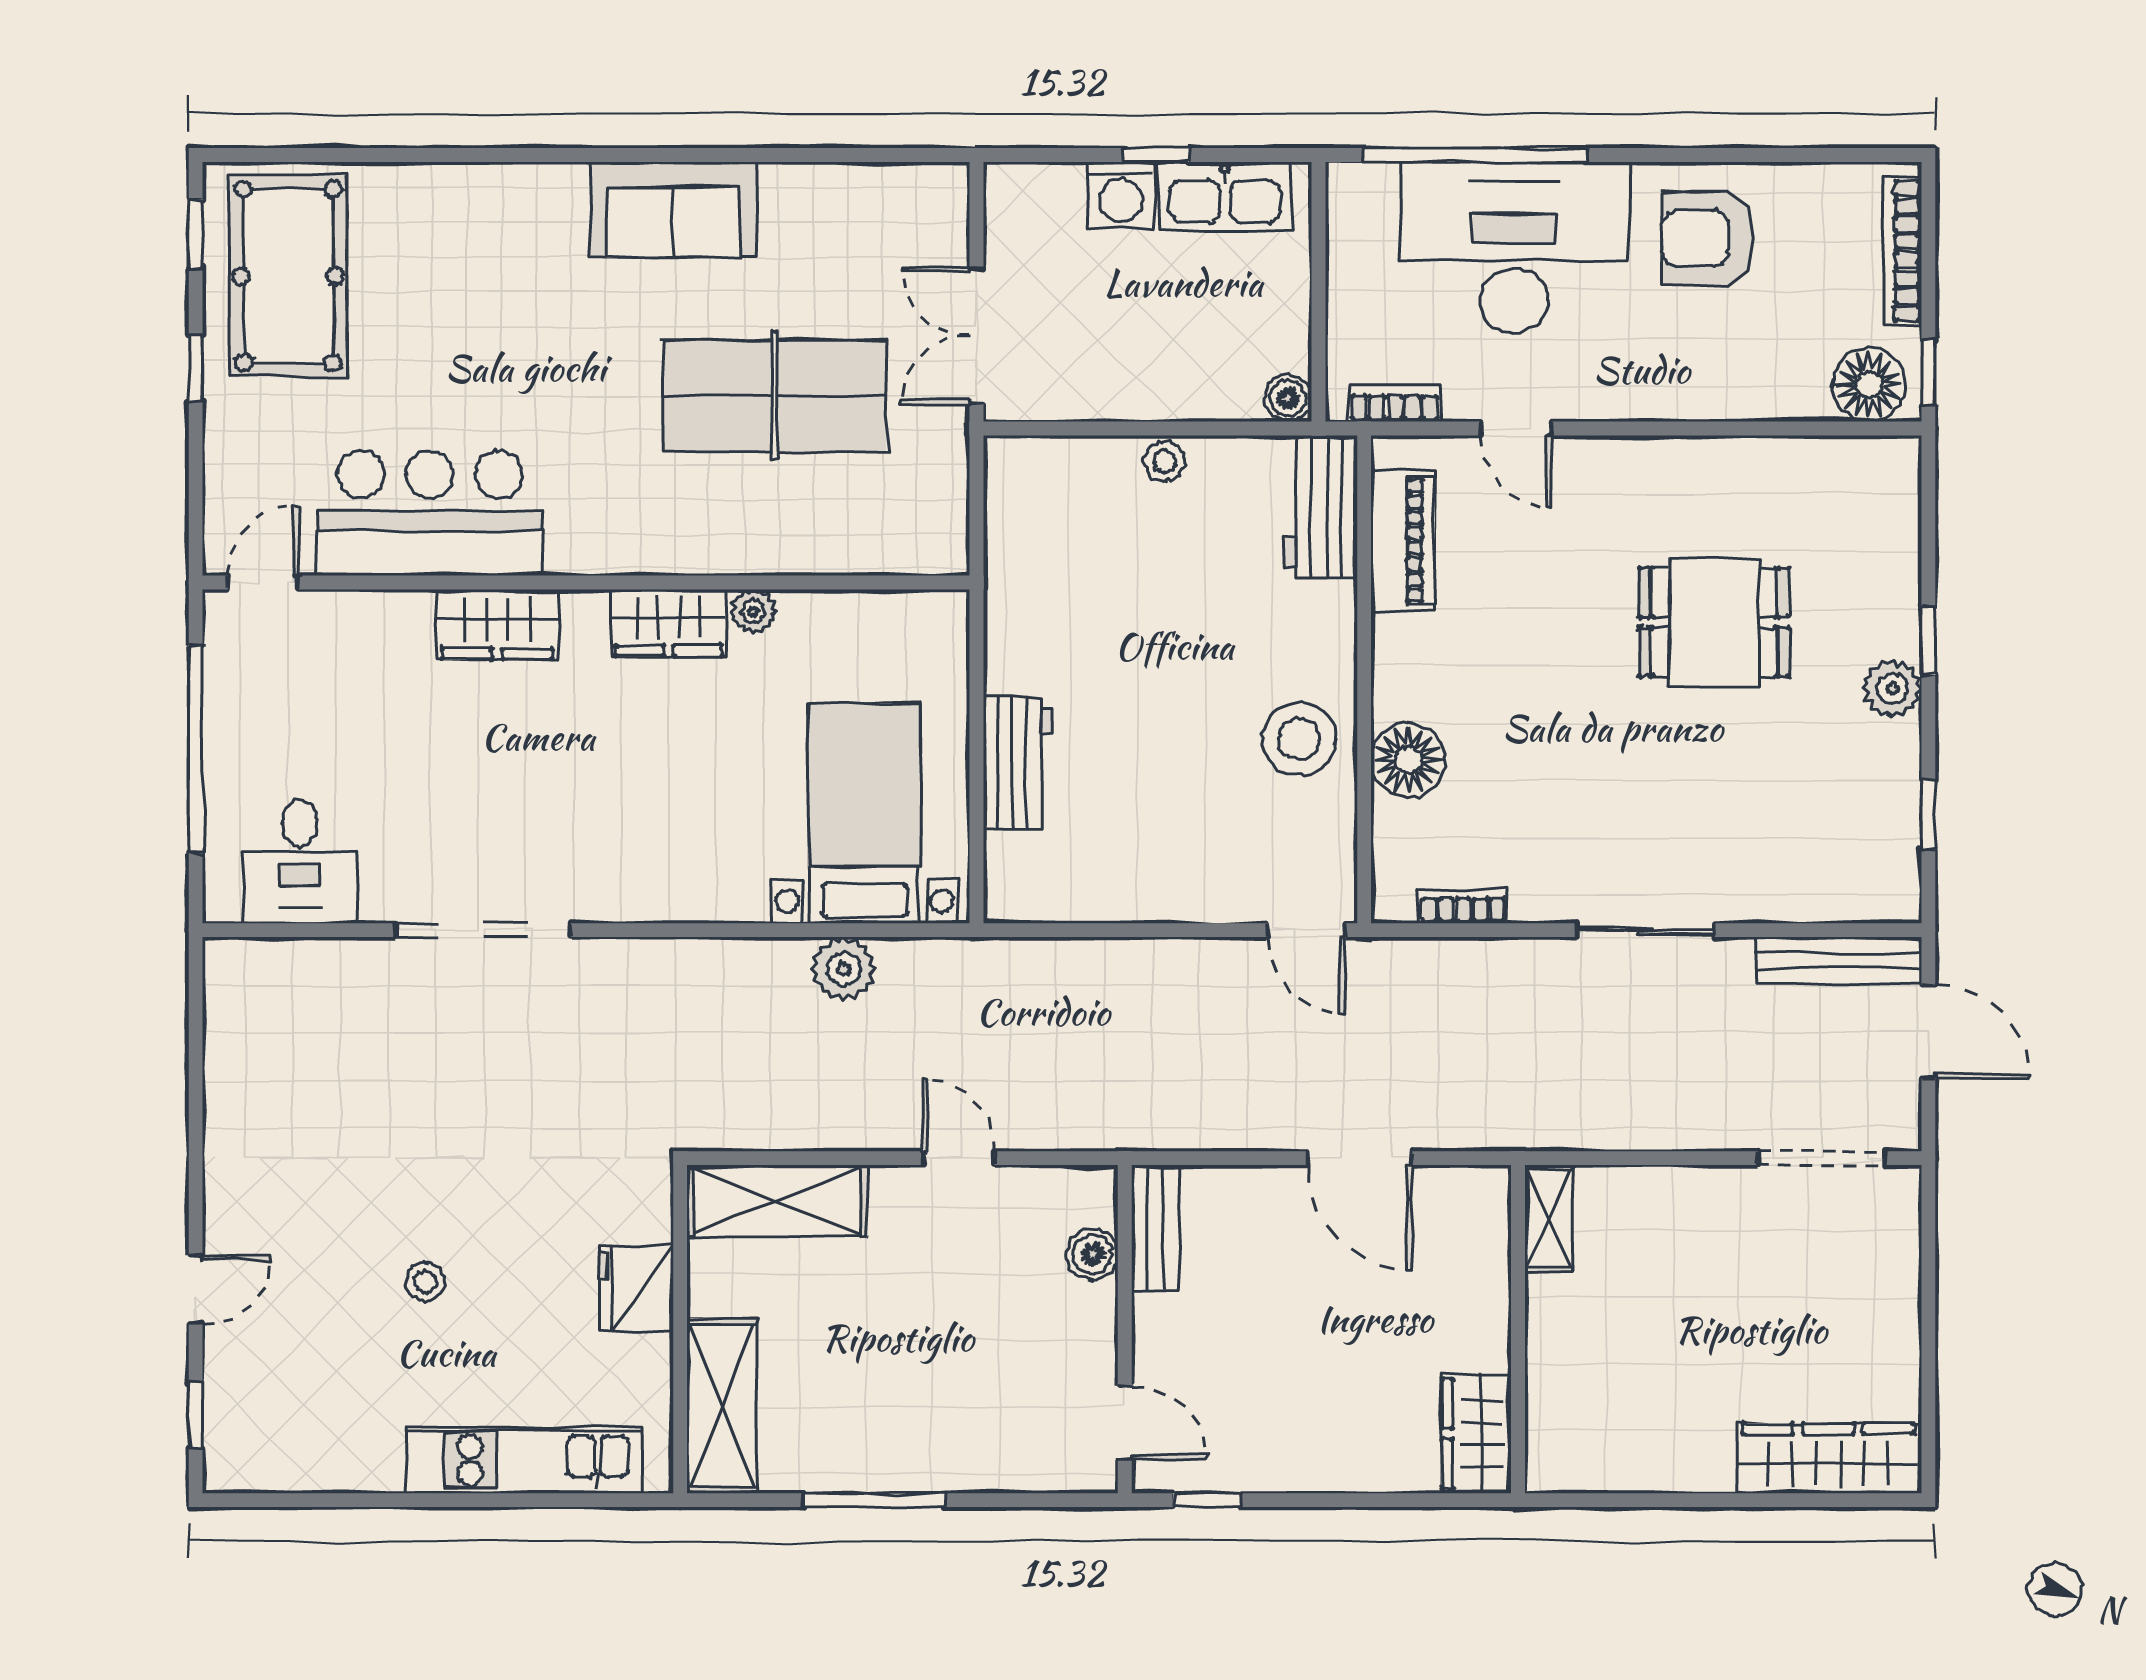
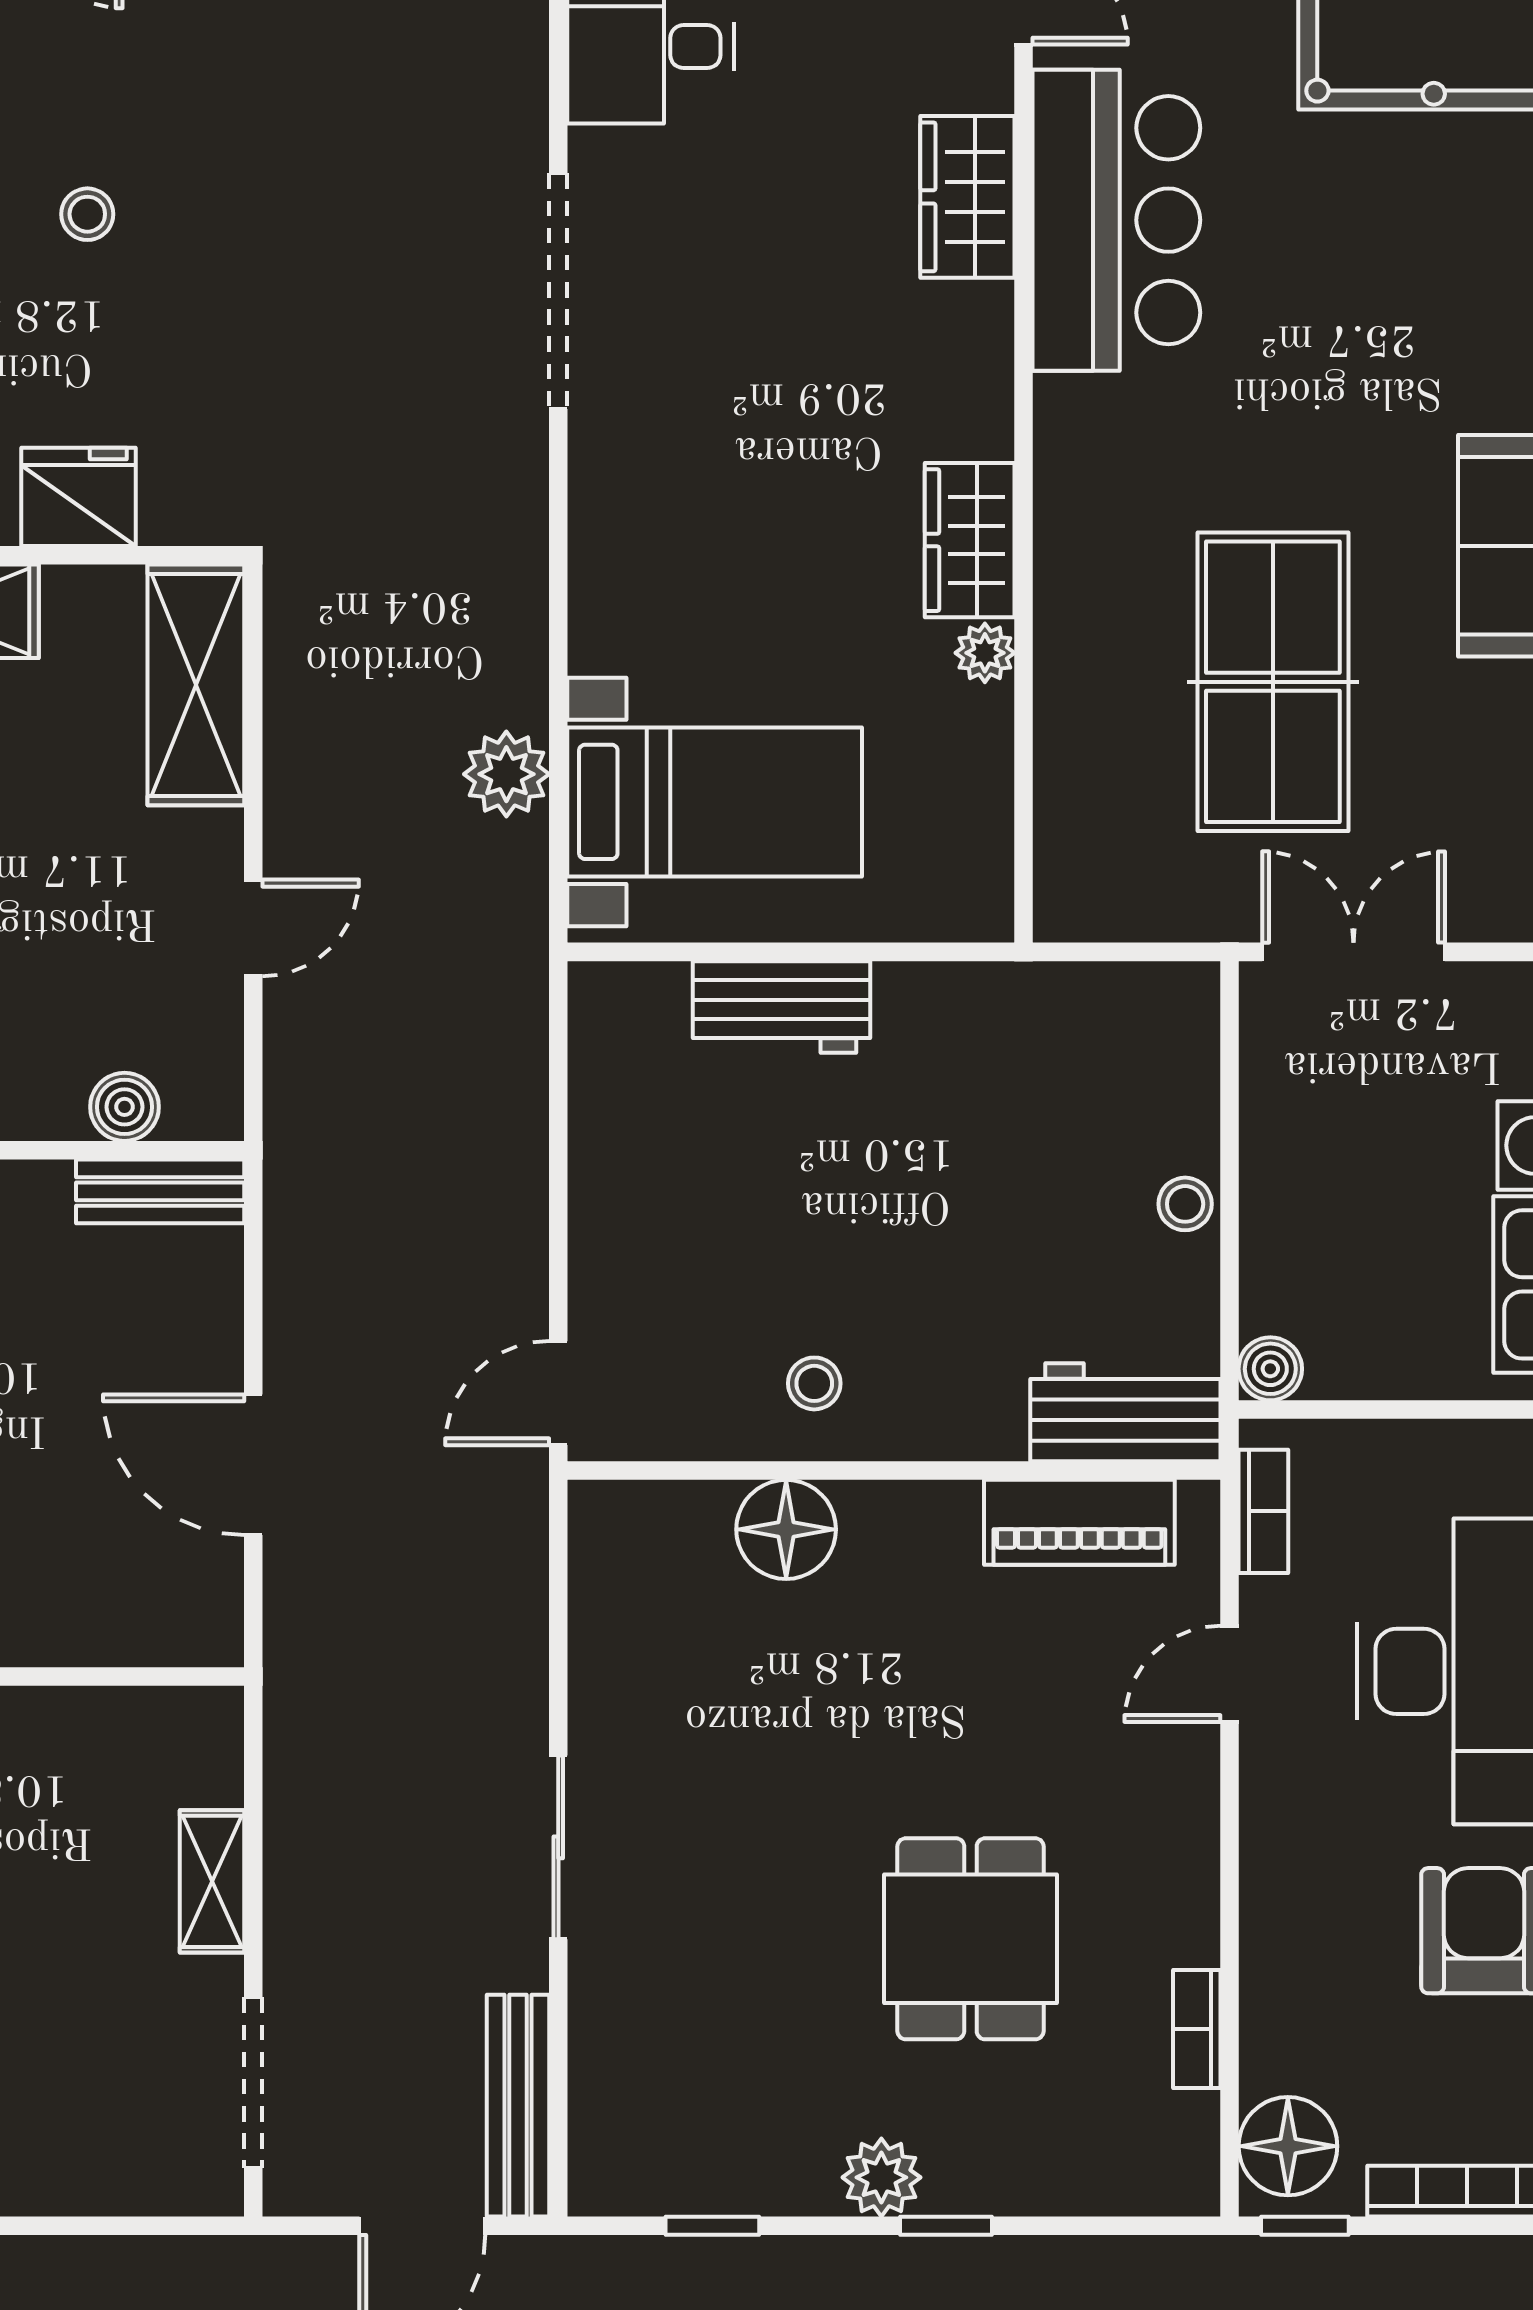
wardrobe: (497, 624) -> (967, 197), moved
stool: (1299, 739) -> (814, 1383), width x0.53, depth x0.53
bookcase: (1463, 906) -> (1197, 2029), moved, turned 180
door: (1360, 1158) -> (253, 1465), hinge flipped
shelving: (1549, 1218) -> (212, 1881), moved, turned 90

